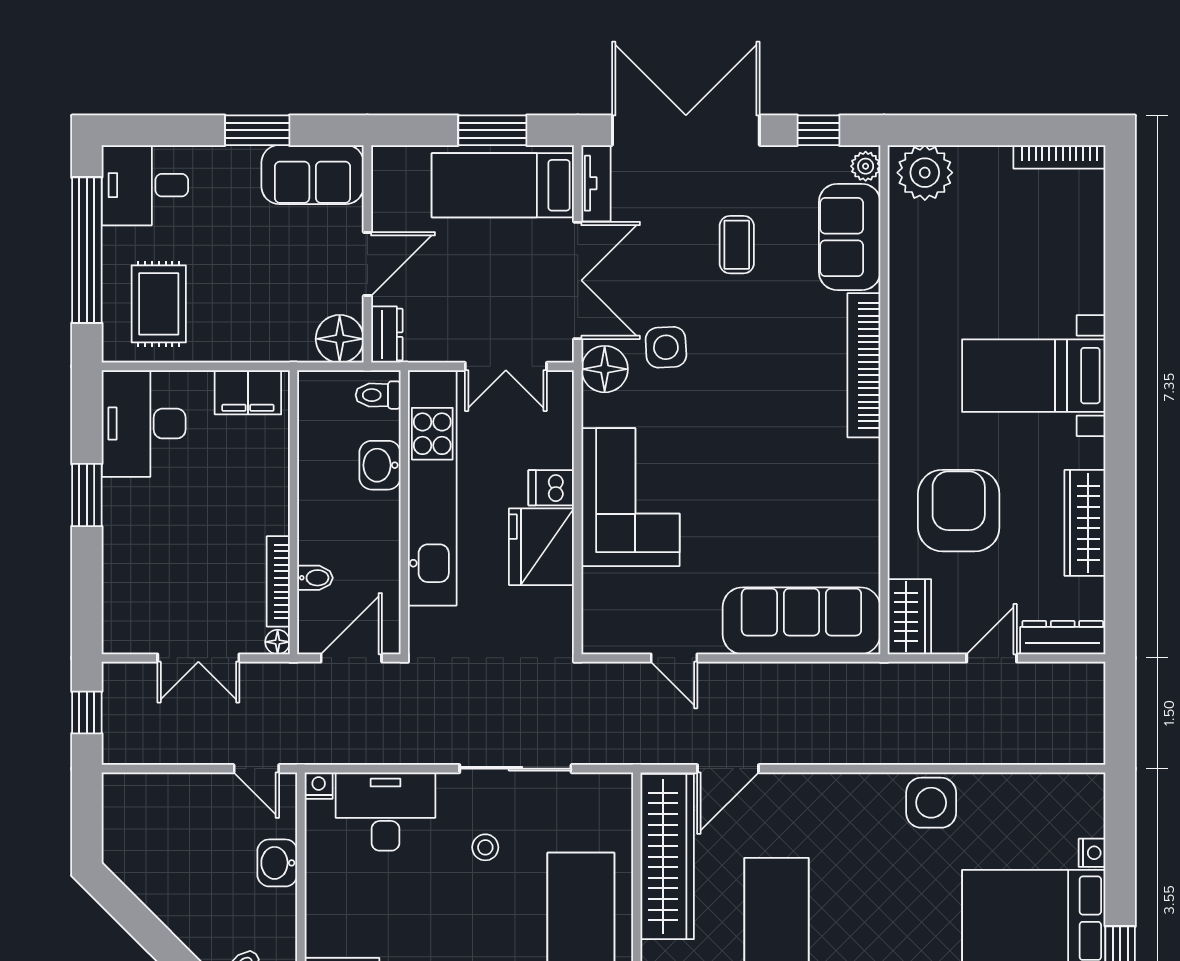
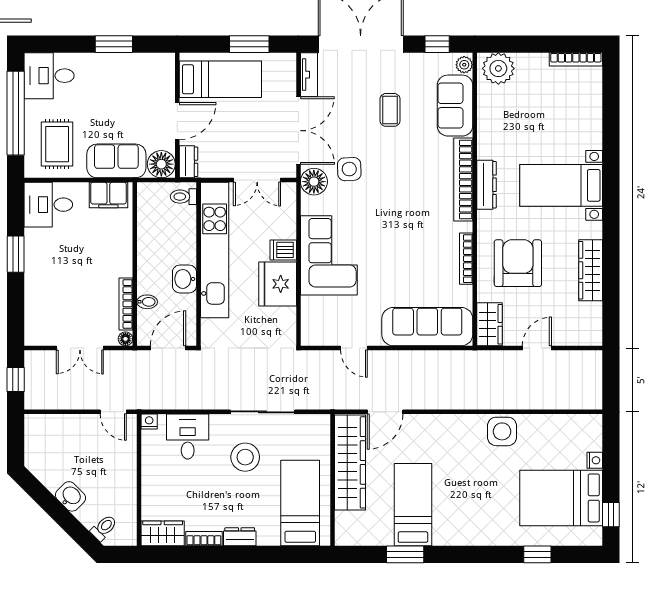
sofa: (313, 175) -> (116, 161), moved, turned 180
bed: (503, 185) -> (220, 79), moved, turned 180
desk: (144, 424) -> (48, 205), width x0.73
washbasin: (380, 465) -> (184, 279), moved
bookcase: (869, 503) -> (466, 259), added
dresser: (1063, 638) -> (487, 185), moved, turned 90
desk: (385, 812) -> (188, 437), width x0.73
stool: (485, 847) -> (245, 457), width x1.89, depth x1.89
washbasin: (277, 863) -> (71, 496), moved, turned 135

